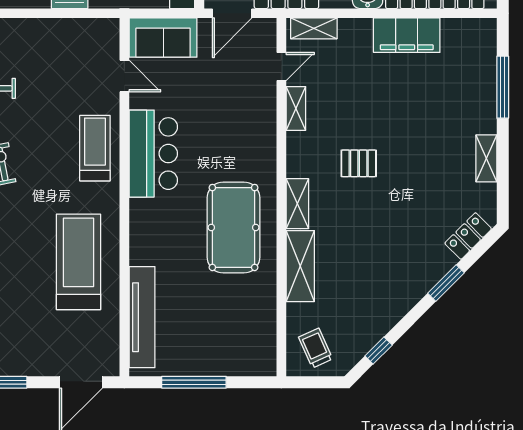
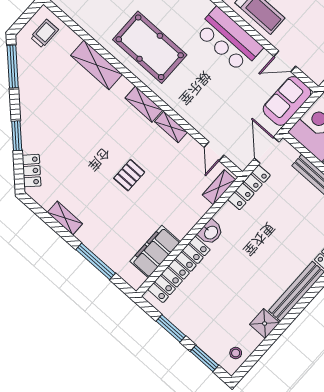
filing cabinet: (407, 35) -> (155, 252), moved
shelving: (296, 108) -> (171, 127), moved
pallet: (359, 163) -> (129, 175), moved
shelving: (297, 204) -> (144, 104), moved
trolley: (316, 348) -> (44, 33), turned -66
window: (379, 350) -> (13, 67), width x2.17

